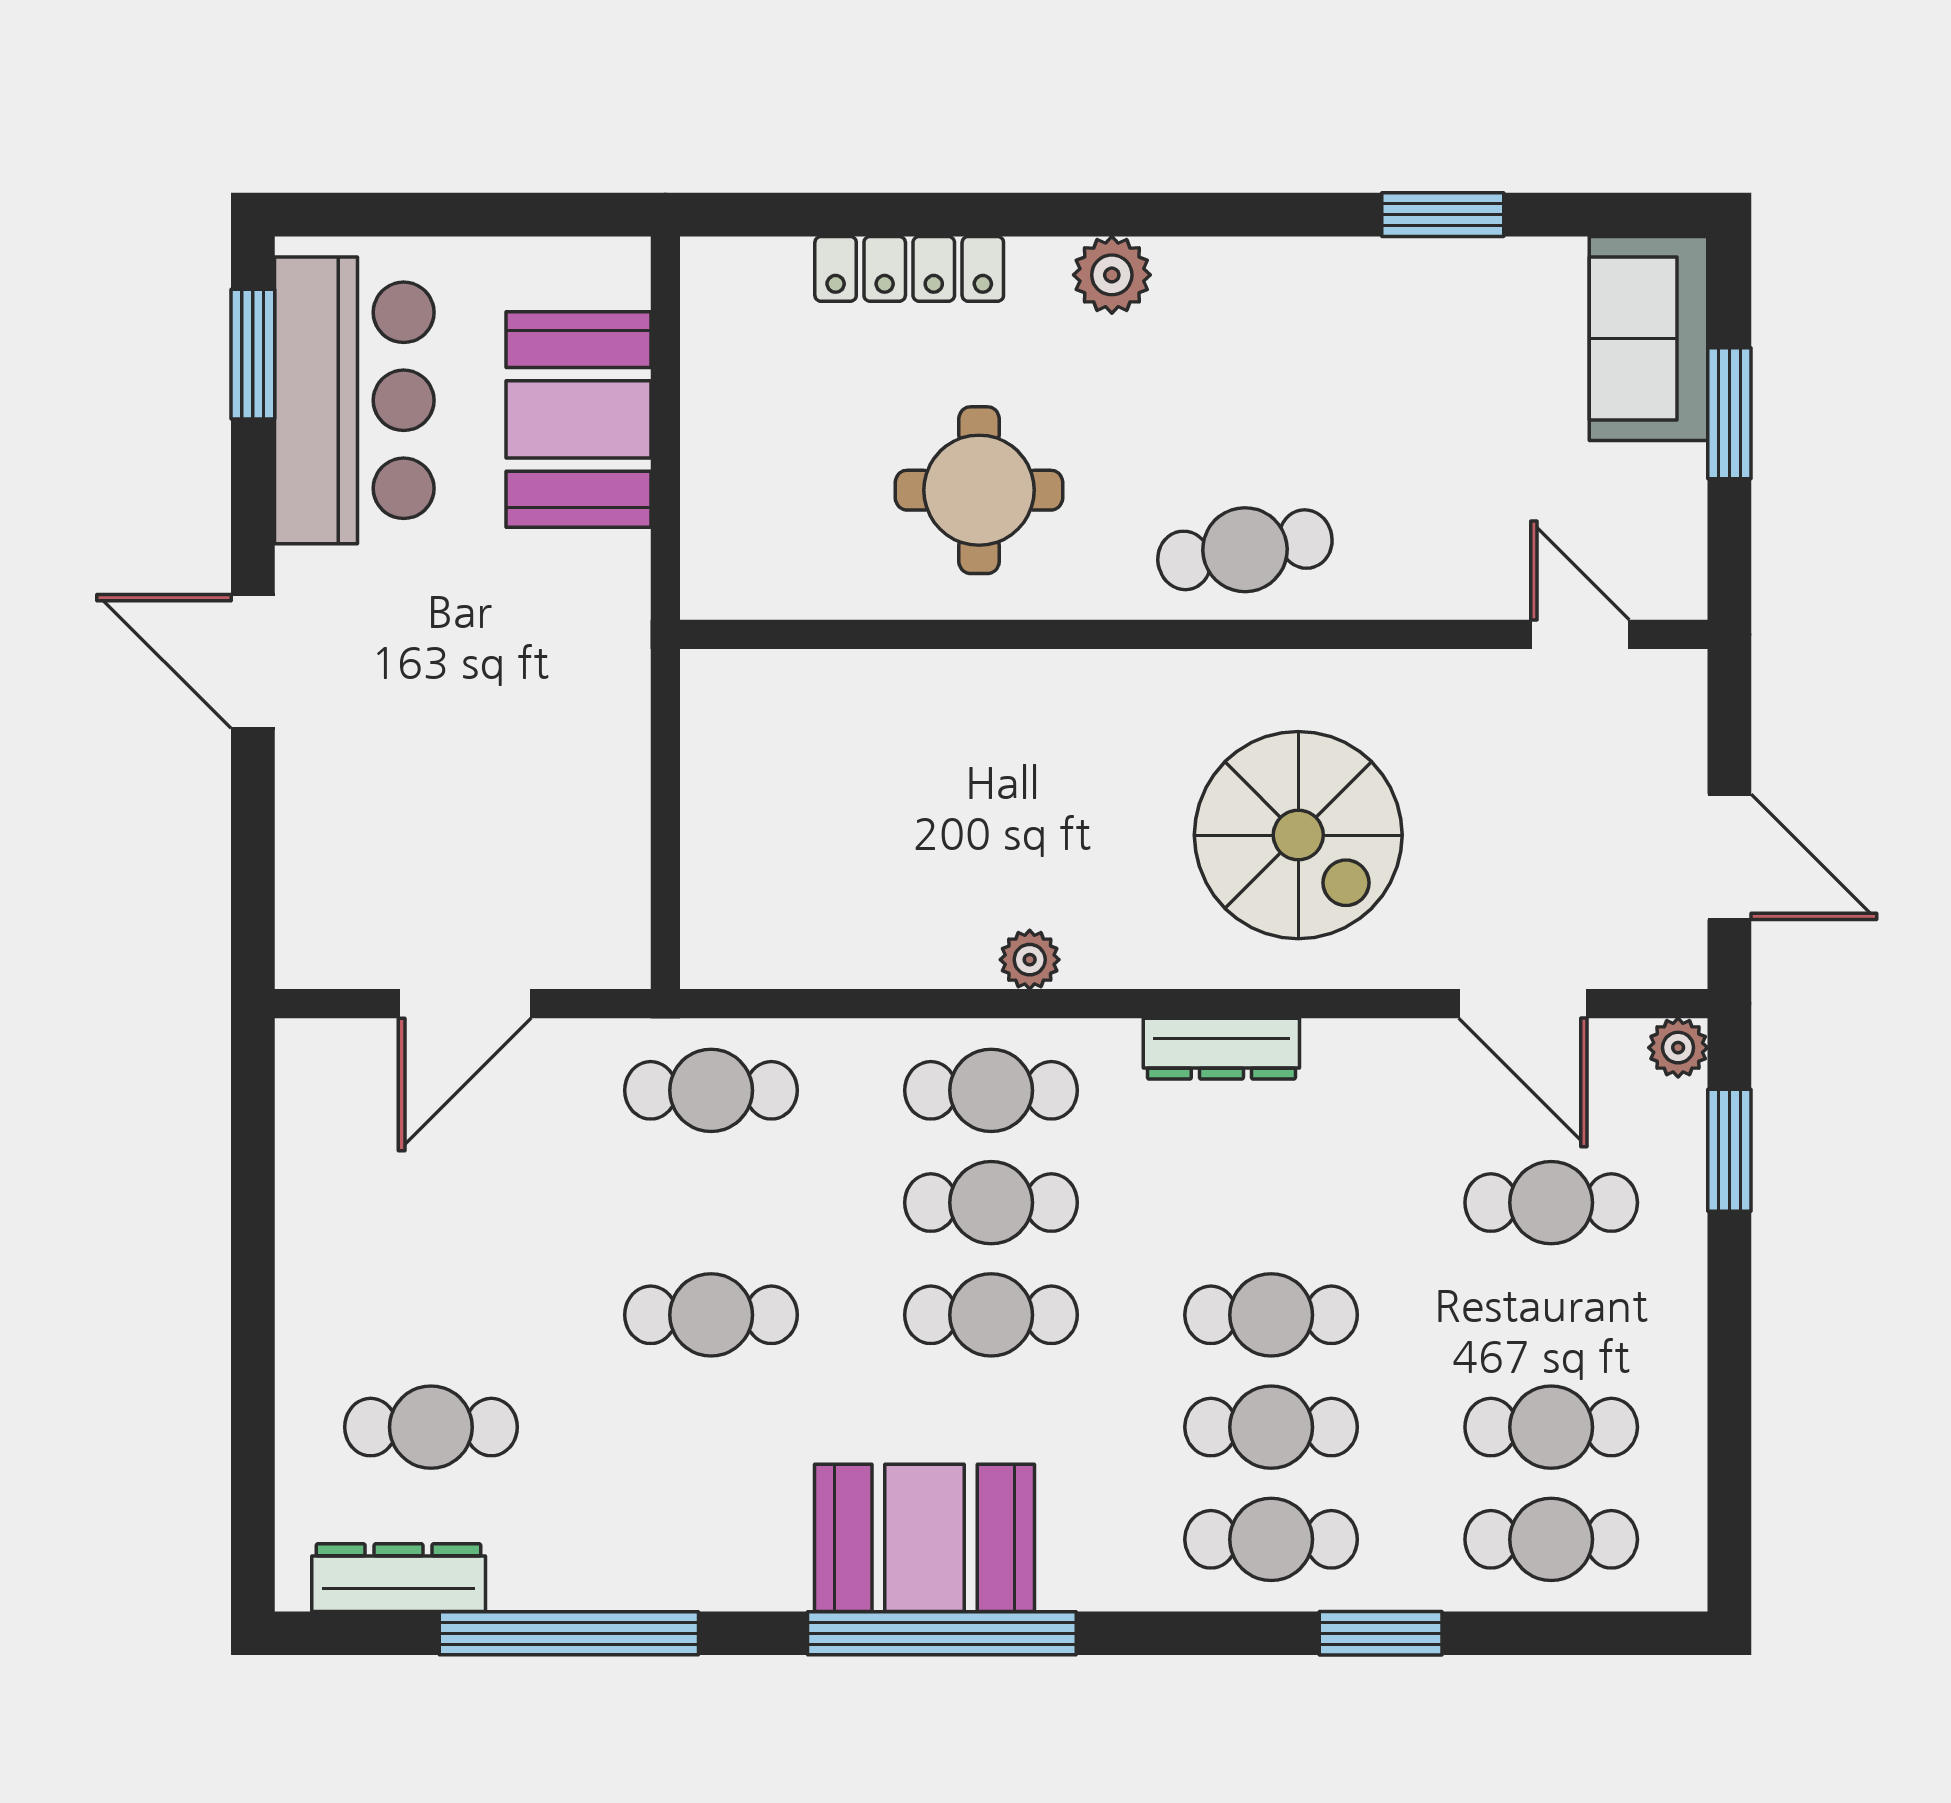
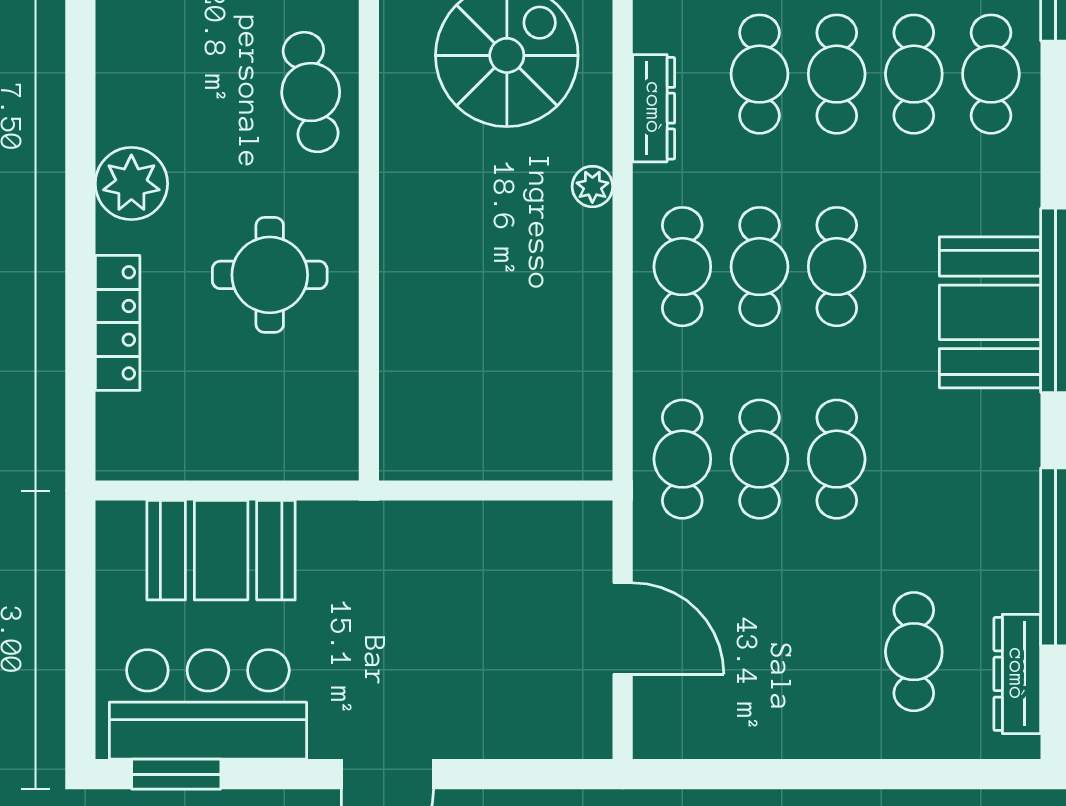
plant: (1112, 275) -> (131, 184), width x1.36, depth x1.36
plant: (1030, 960) -> (592, 187), moved
cafe table: (711, 1203) -> (759, 459), added
cafe table: (1271, 1203) -> (759, 74), added

